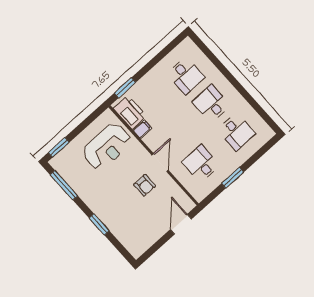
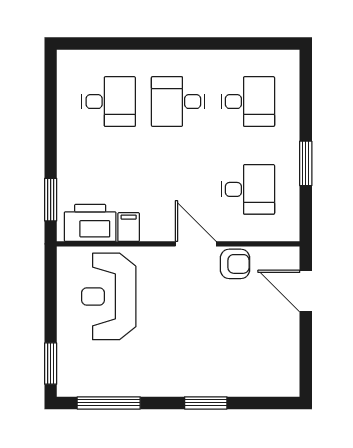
reception desk: (107, 147) -> (109, 296), turned 180
desk: (201, 164) -> (248, 189), turned 180
armchair: (145, 185) -> (235, 264), moved

